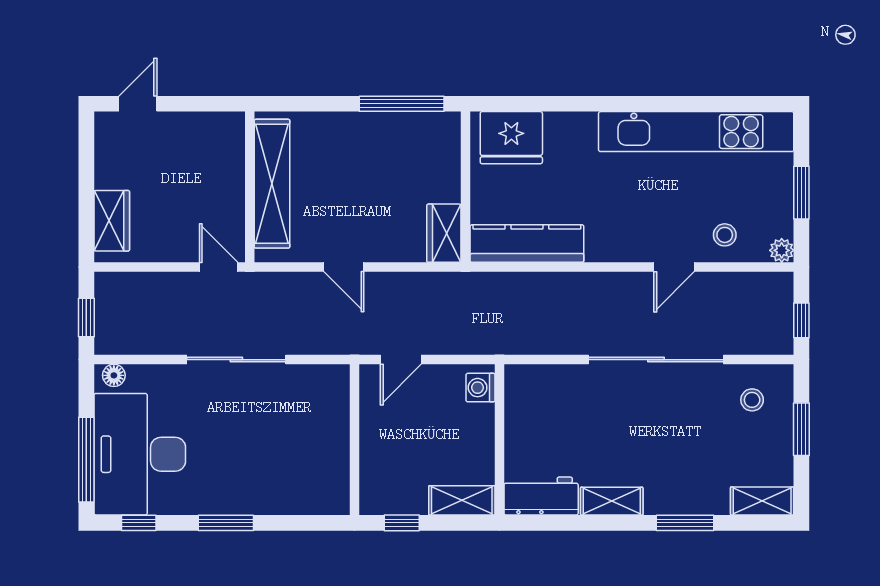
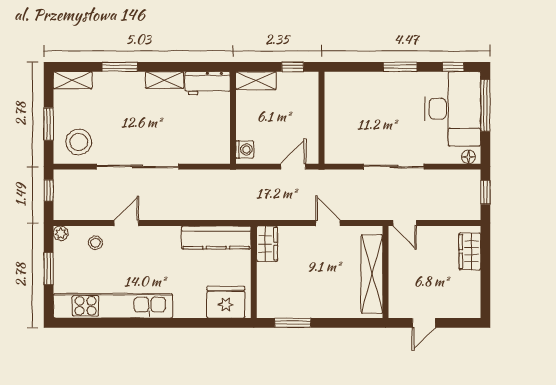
door: (138, 104) -> (424, 323), moved
window: (402, 104) -> (293, 323), width x0.69
stool: (752, 400) -> (79, 142), width x1.89, depth x1.89

